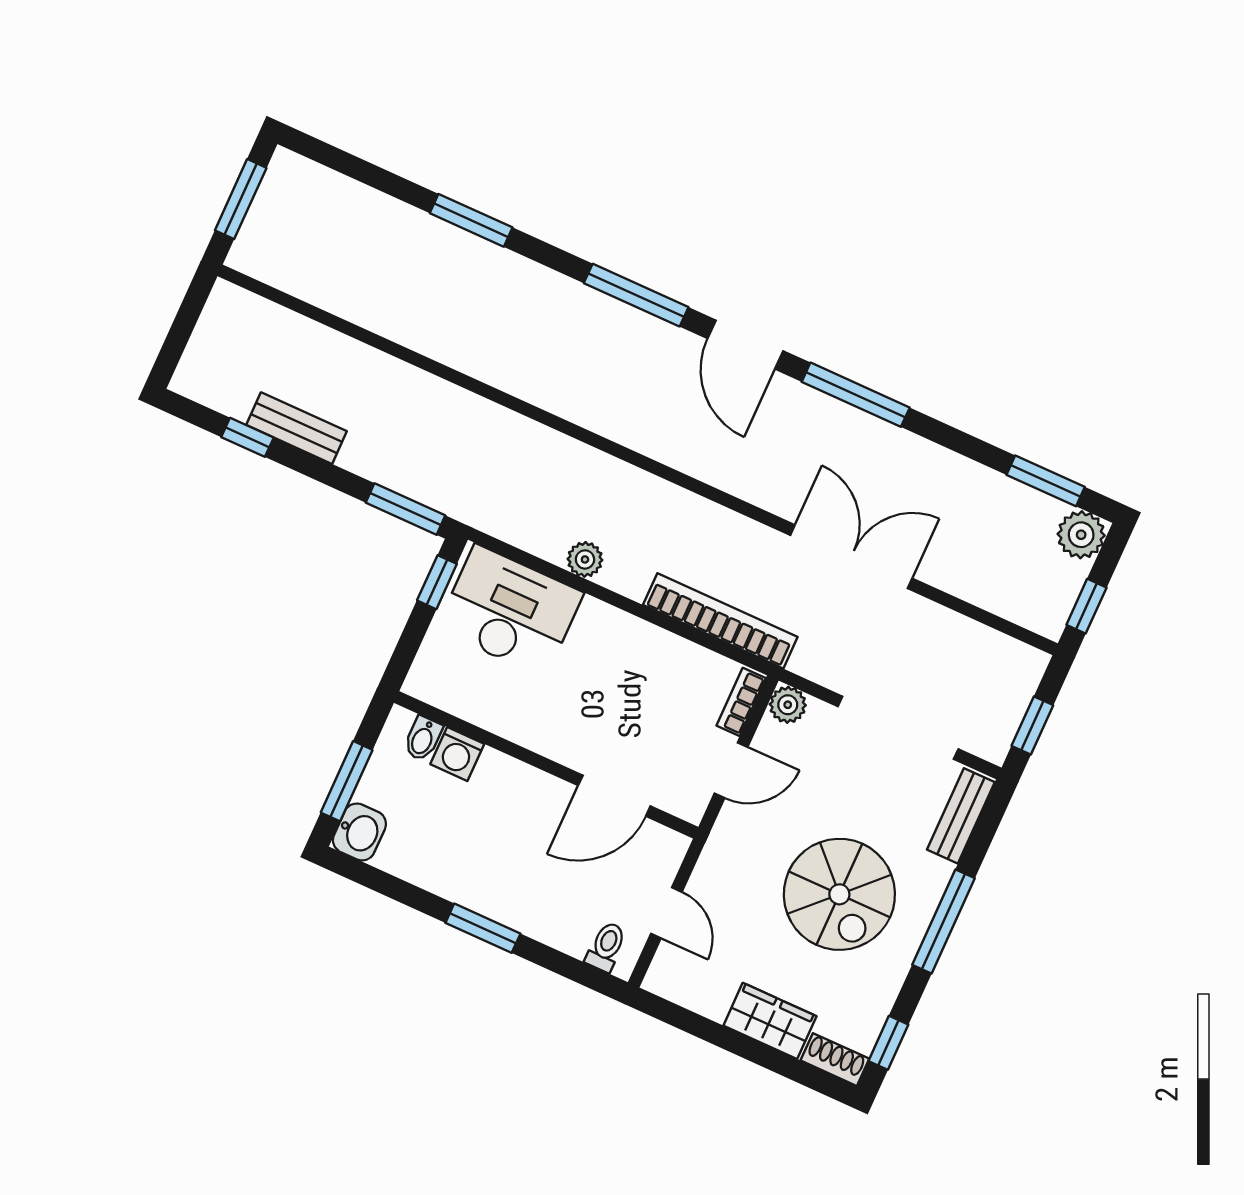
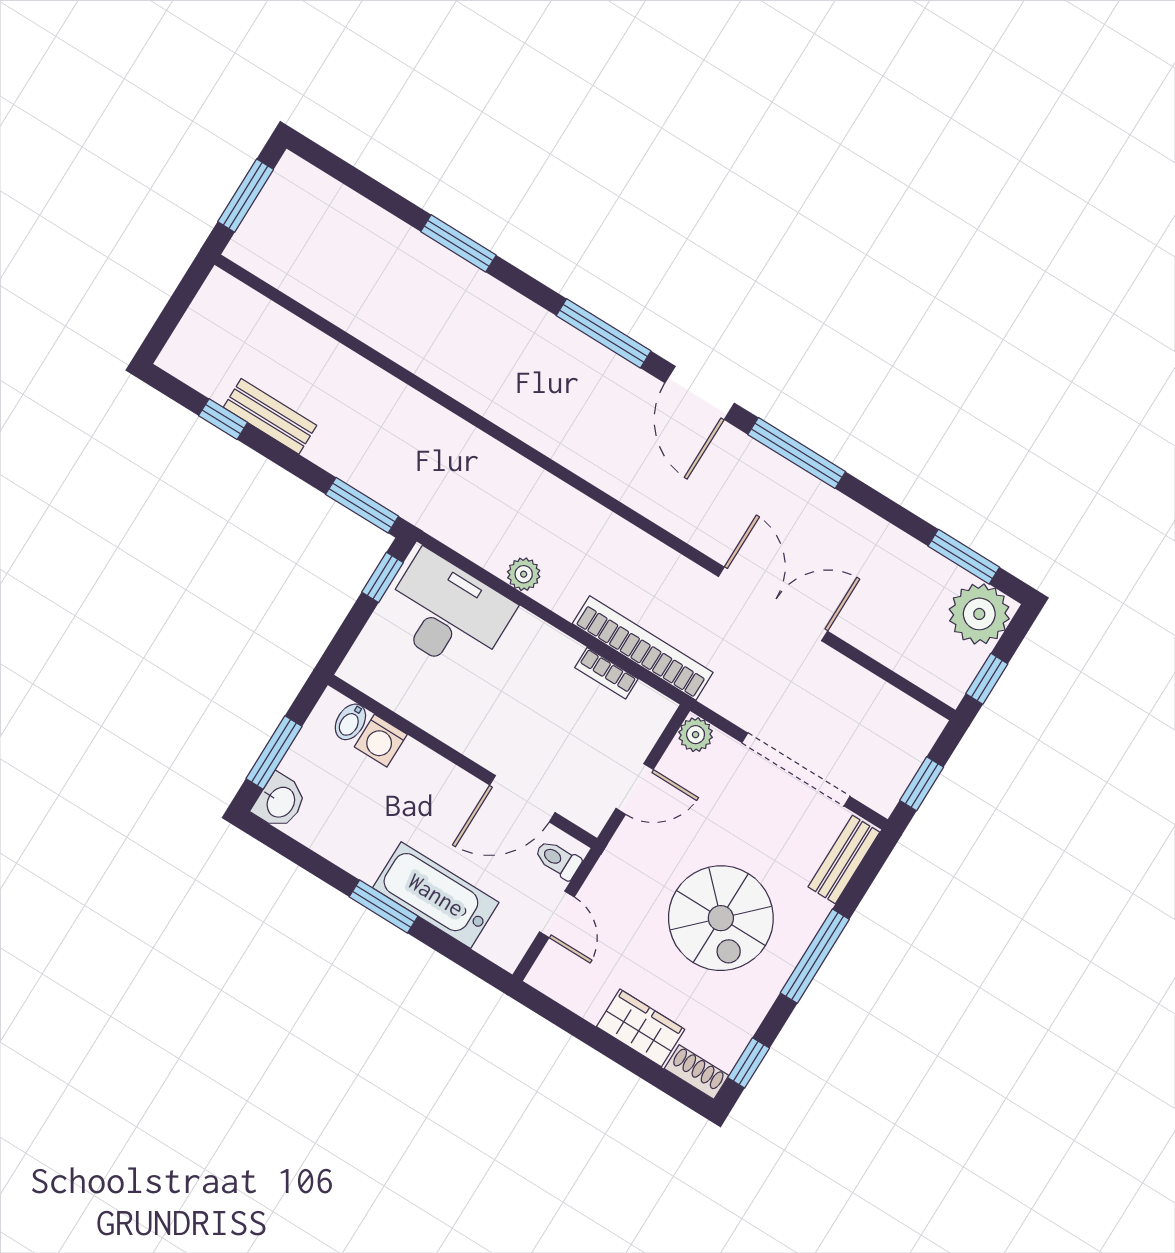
plant: (1081, 535) -> (979, 614), width x1.36, depth x1.36
bookcase: (741, 702) -> (606, 673), moved, turned -90
bathtub: (536, 909) -> (436, 895), added
toilet: (606, 947) -> (558, 860), moved, turned -90

